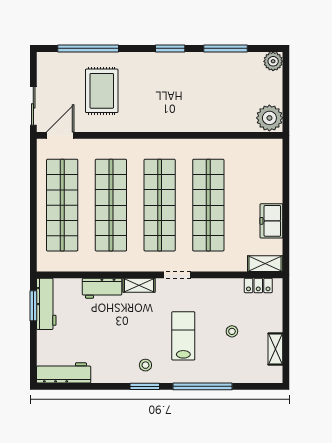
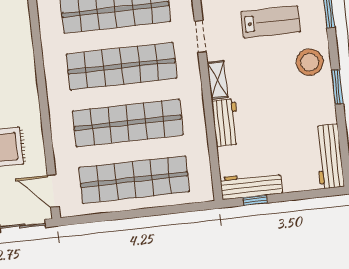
window: (33, 306) -> (255, 200), width x0.67
lab bench: (183, 336) -> (271, 22), turned 180
stool: (145, 365) -> (310, 62), width x1.89, depth x1.89
window: (145, 386) -> (337, 87), moved

